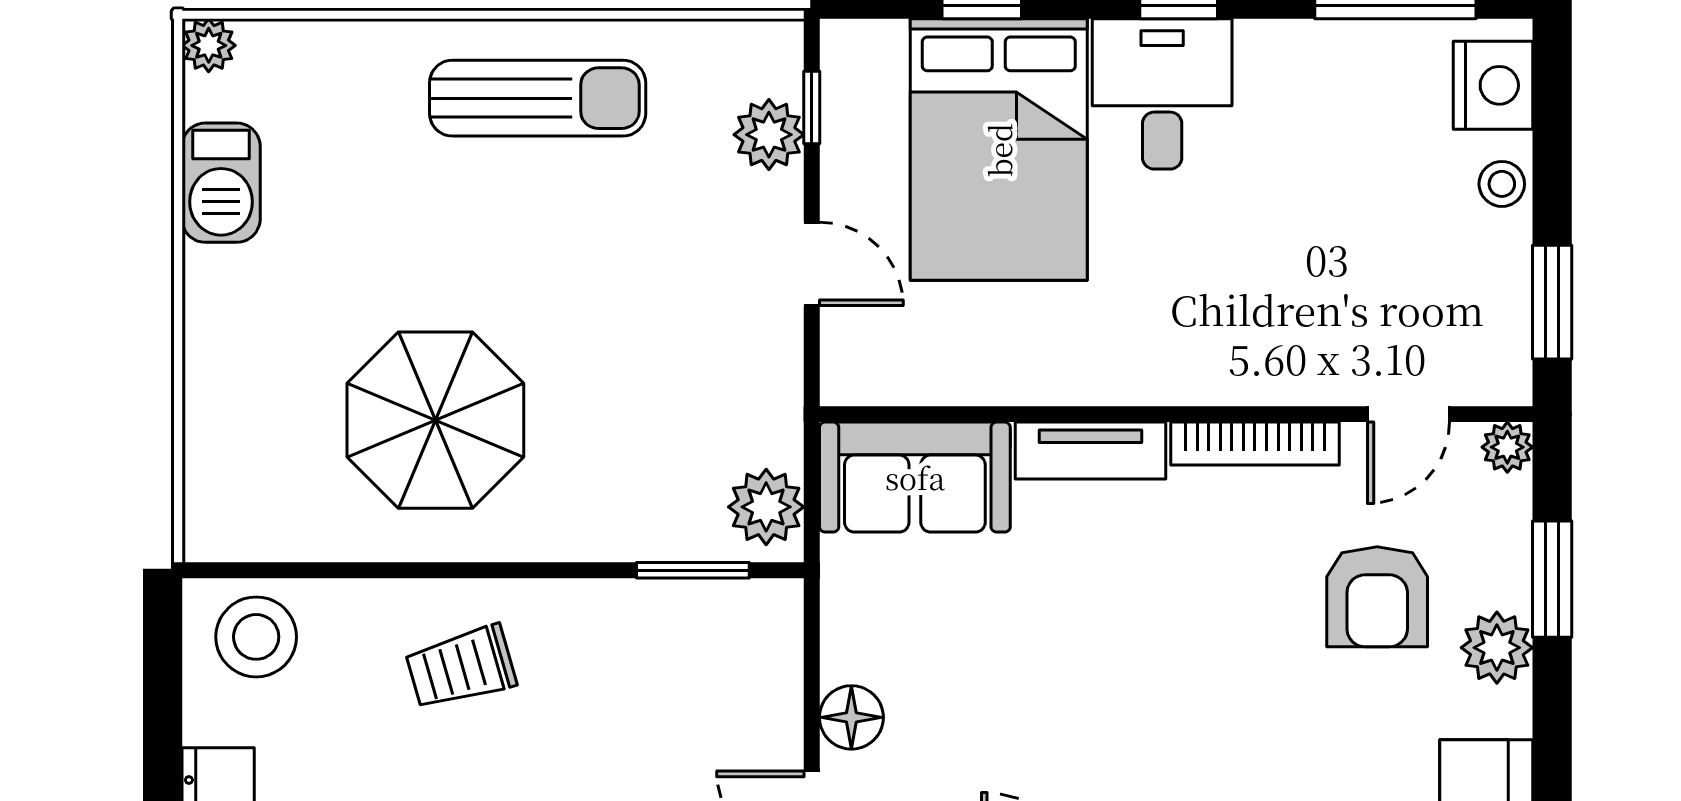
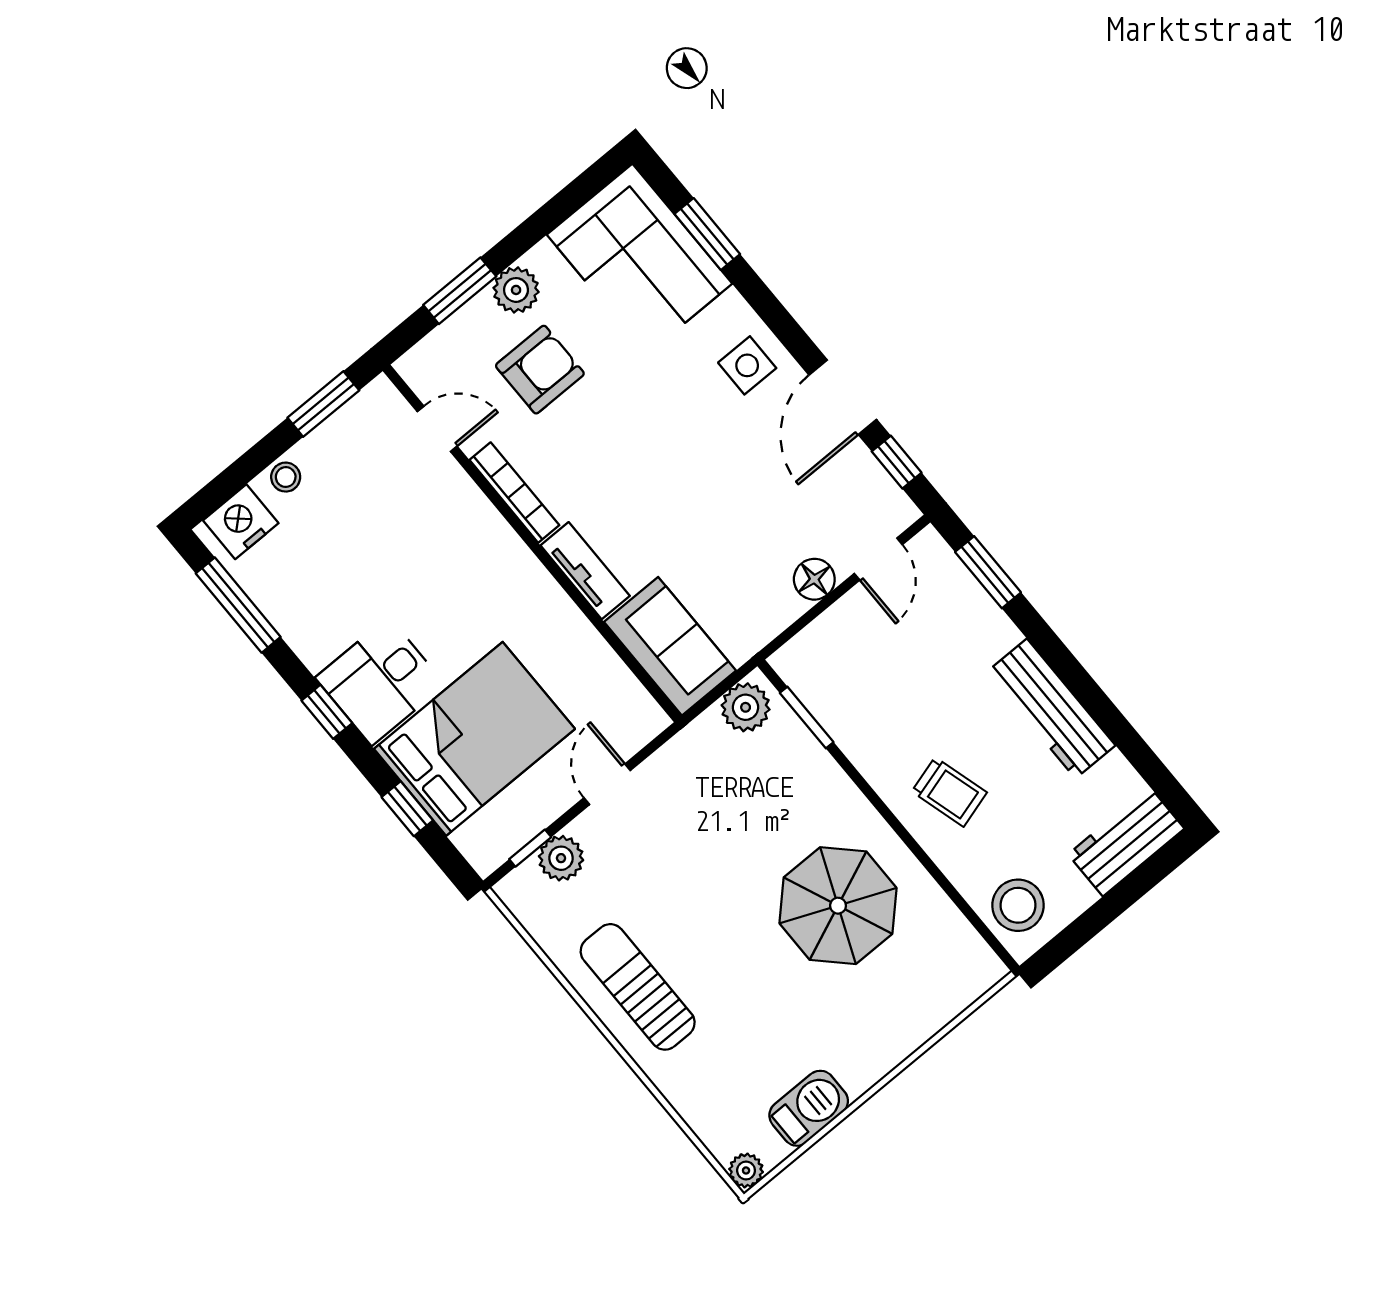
plant: (1507, 447) -> (413, 367), removed

